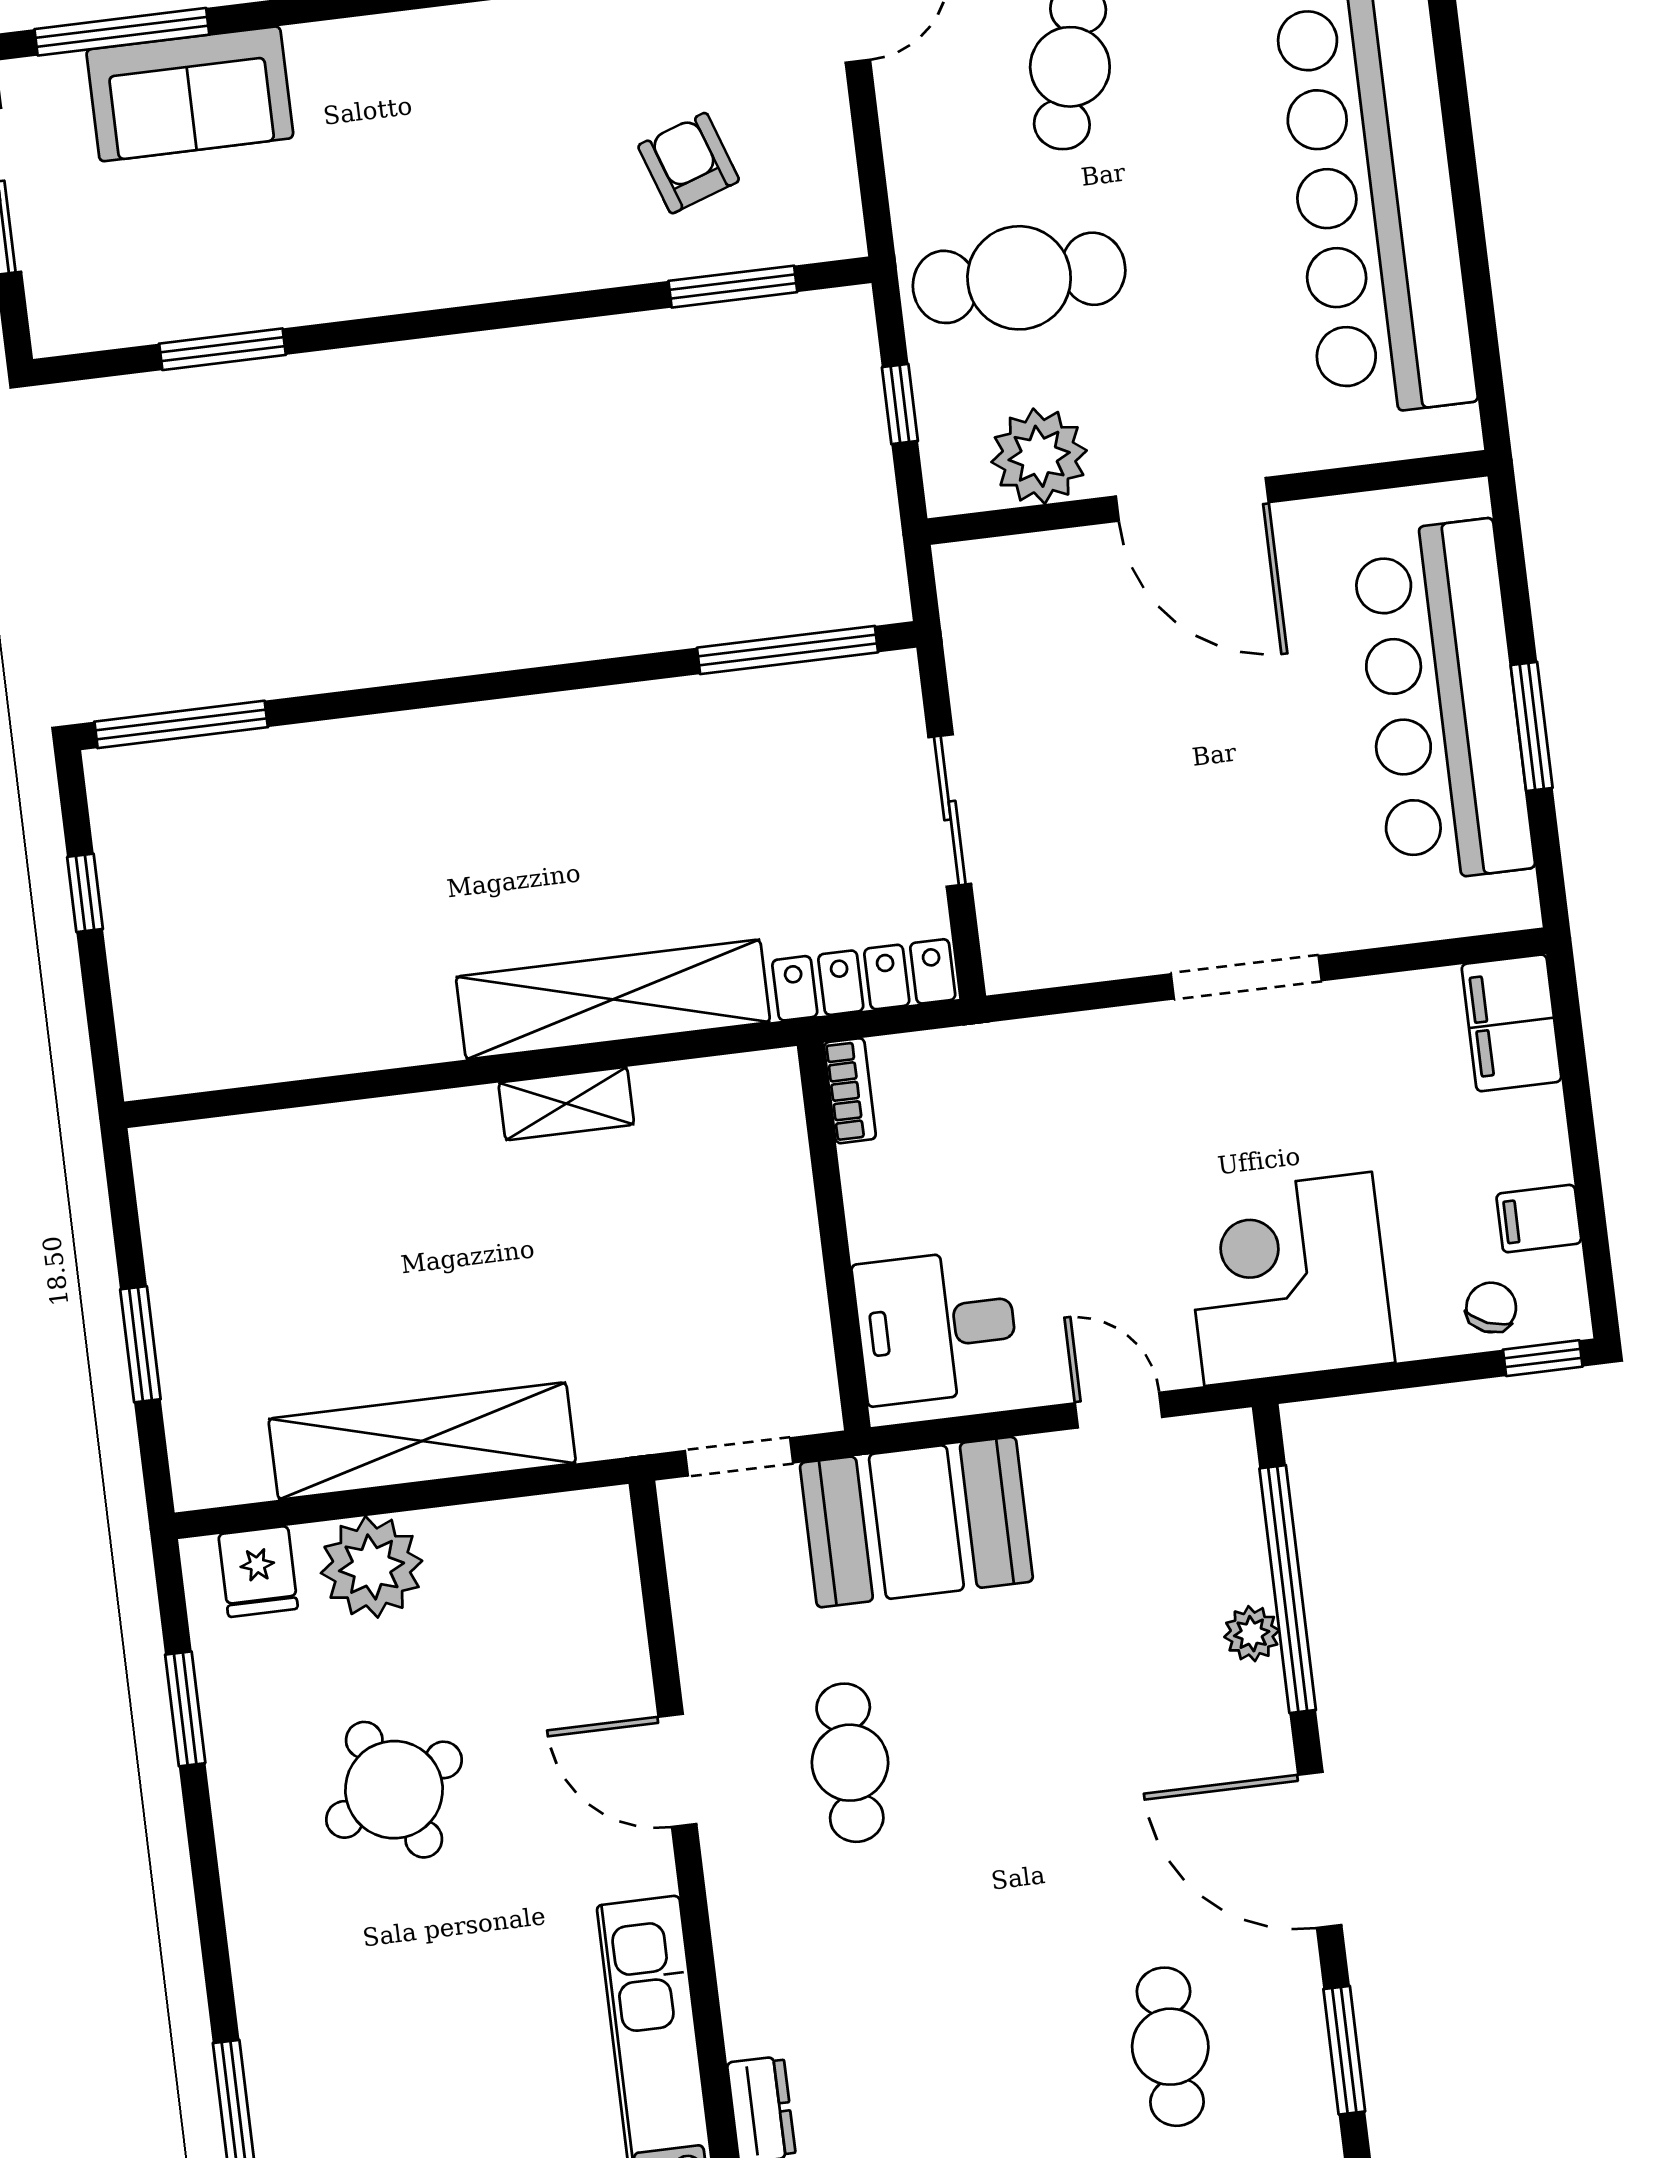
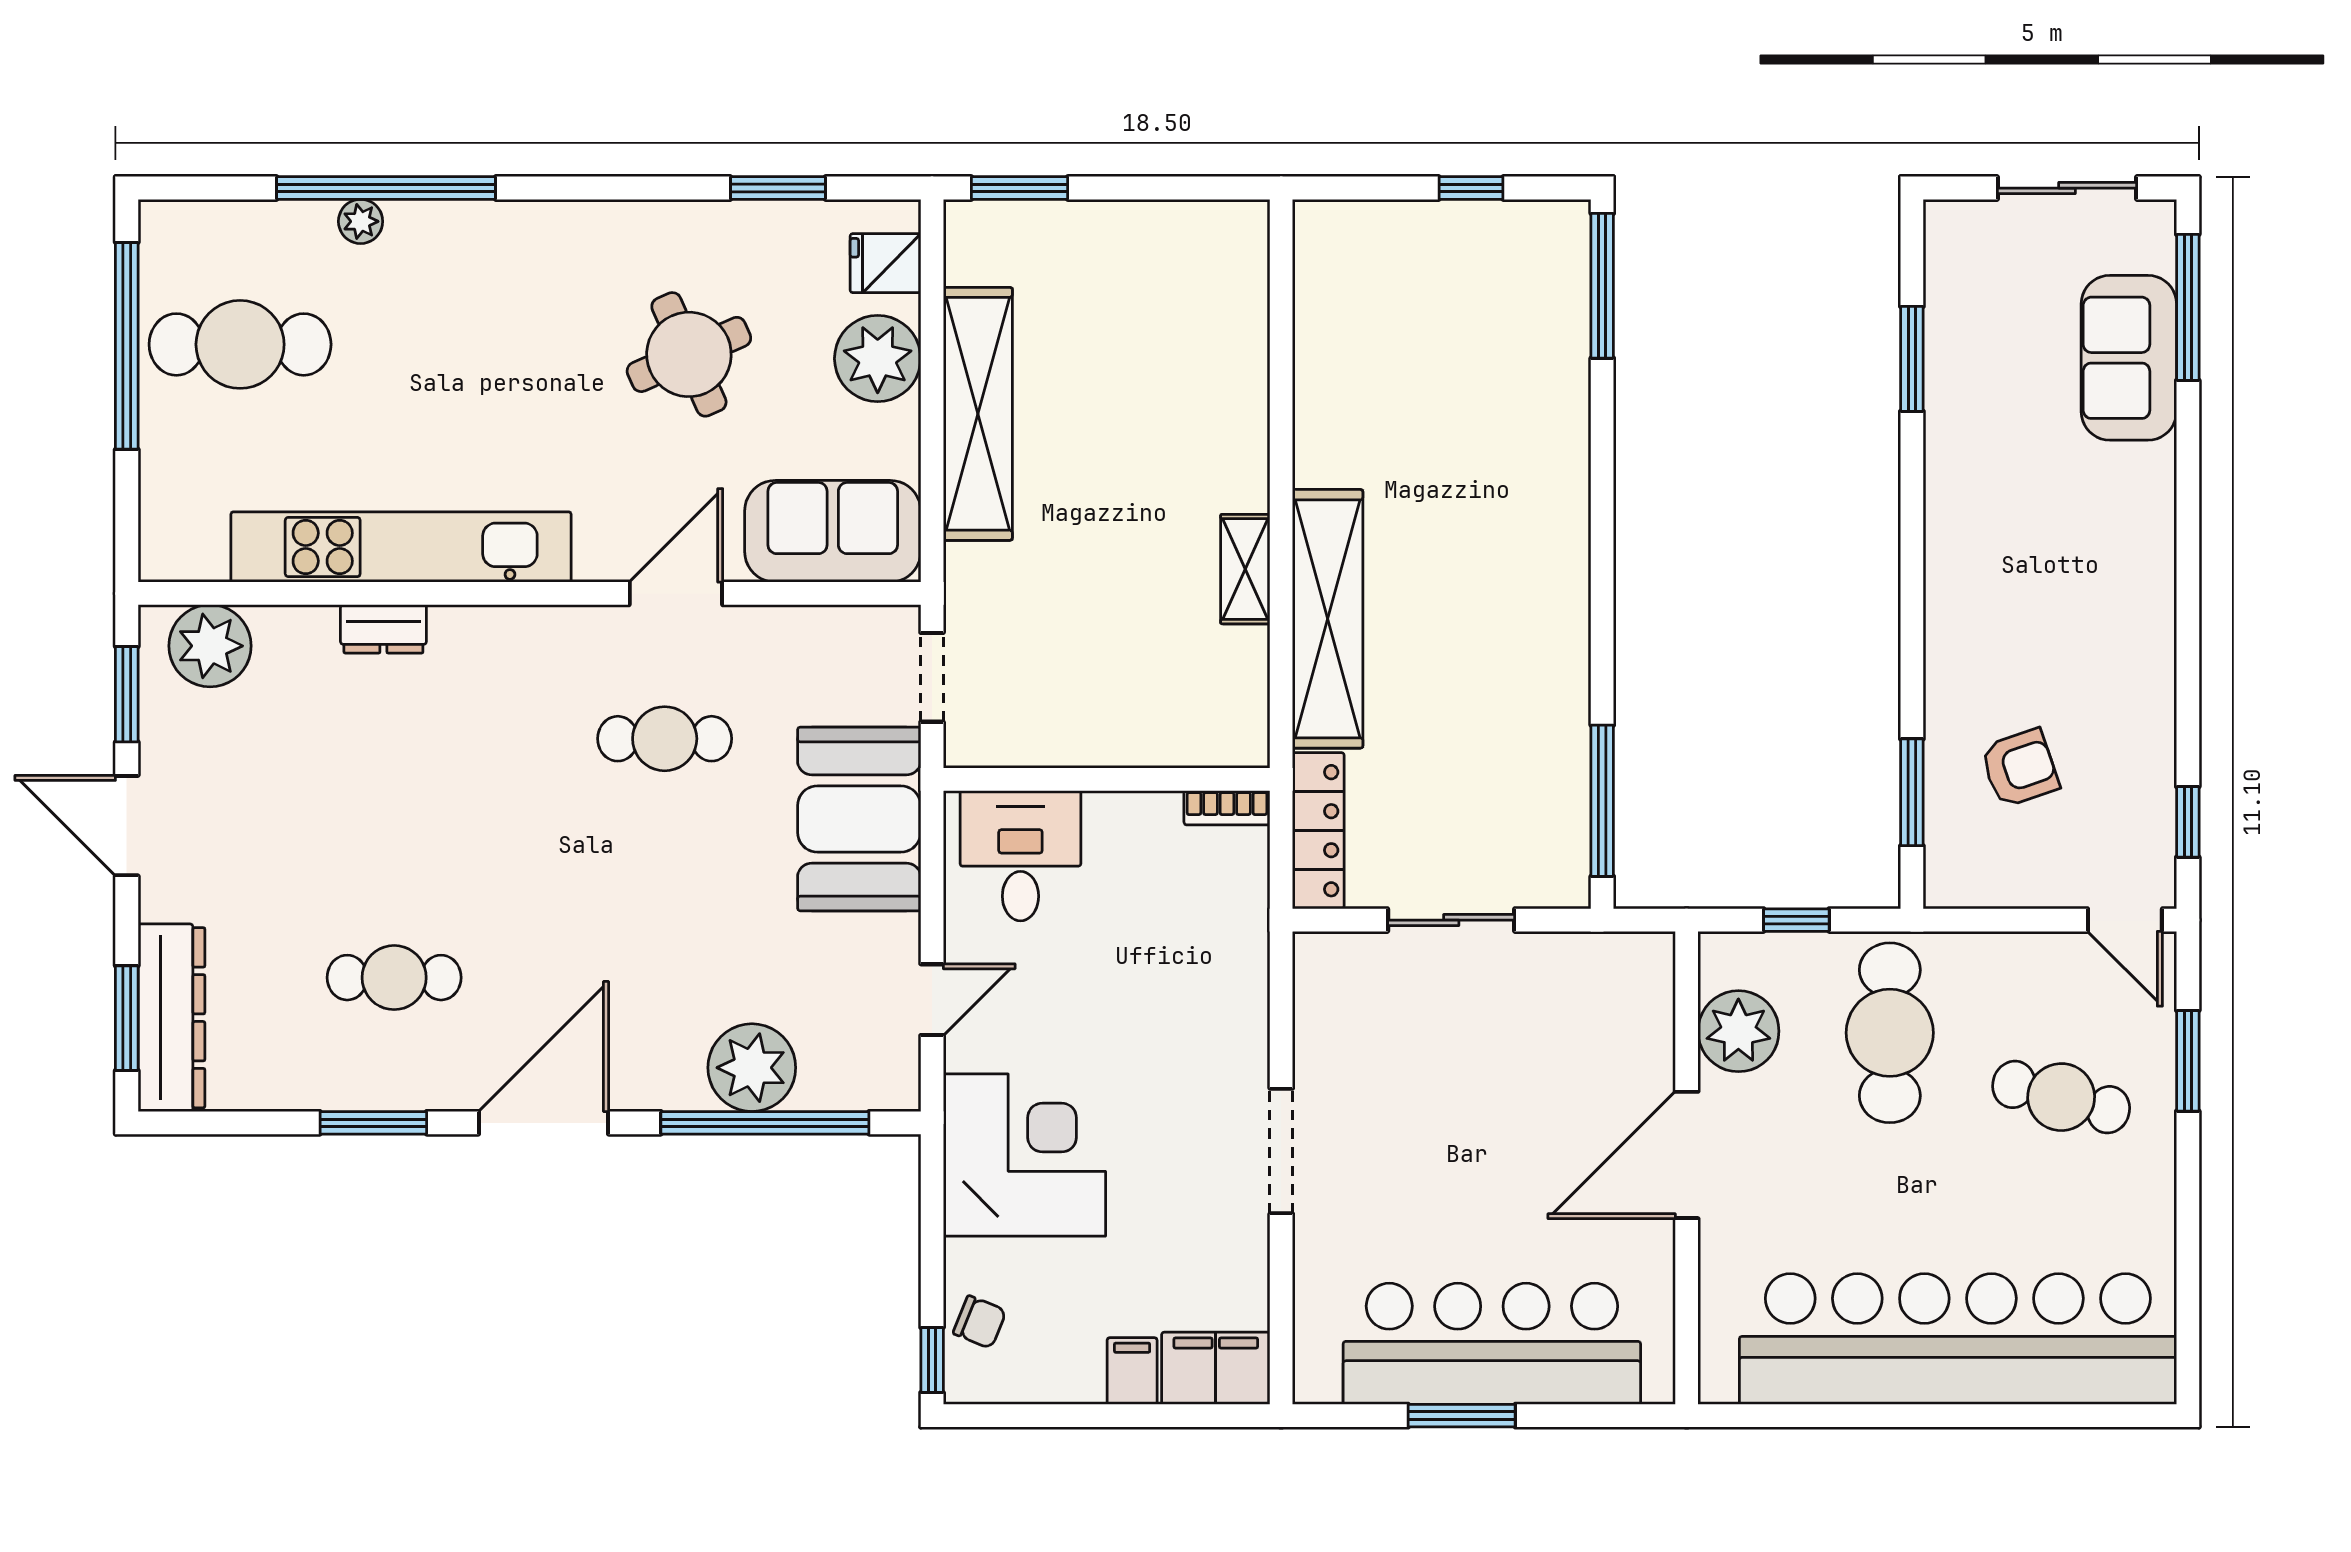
filing cabinet: (1539, 1219) -> (1132, 1371), moved
window: (140, 1344) -> (1019, 188), moved
sofa: (581, 1595) -> (833, 531), added
plant: (1252, 1634) -> (752, 1068), width x1.88, depth x1.88

